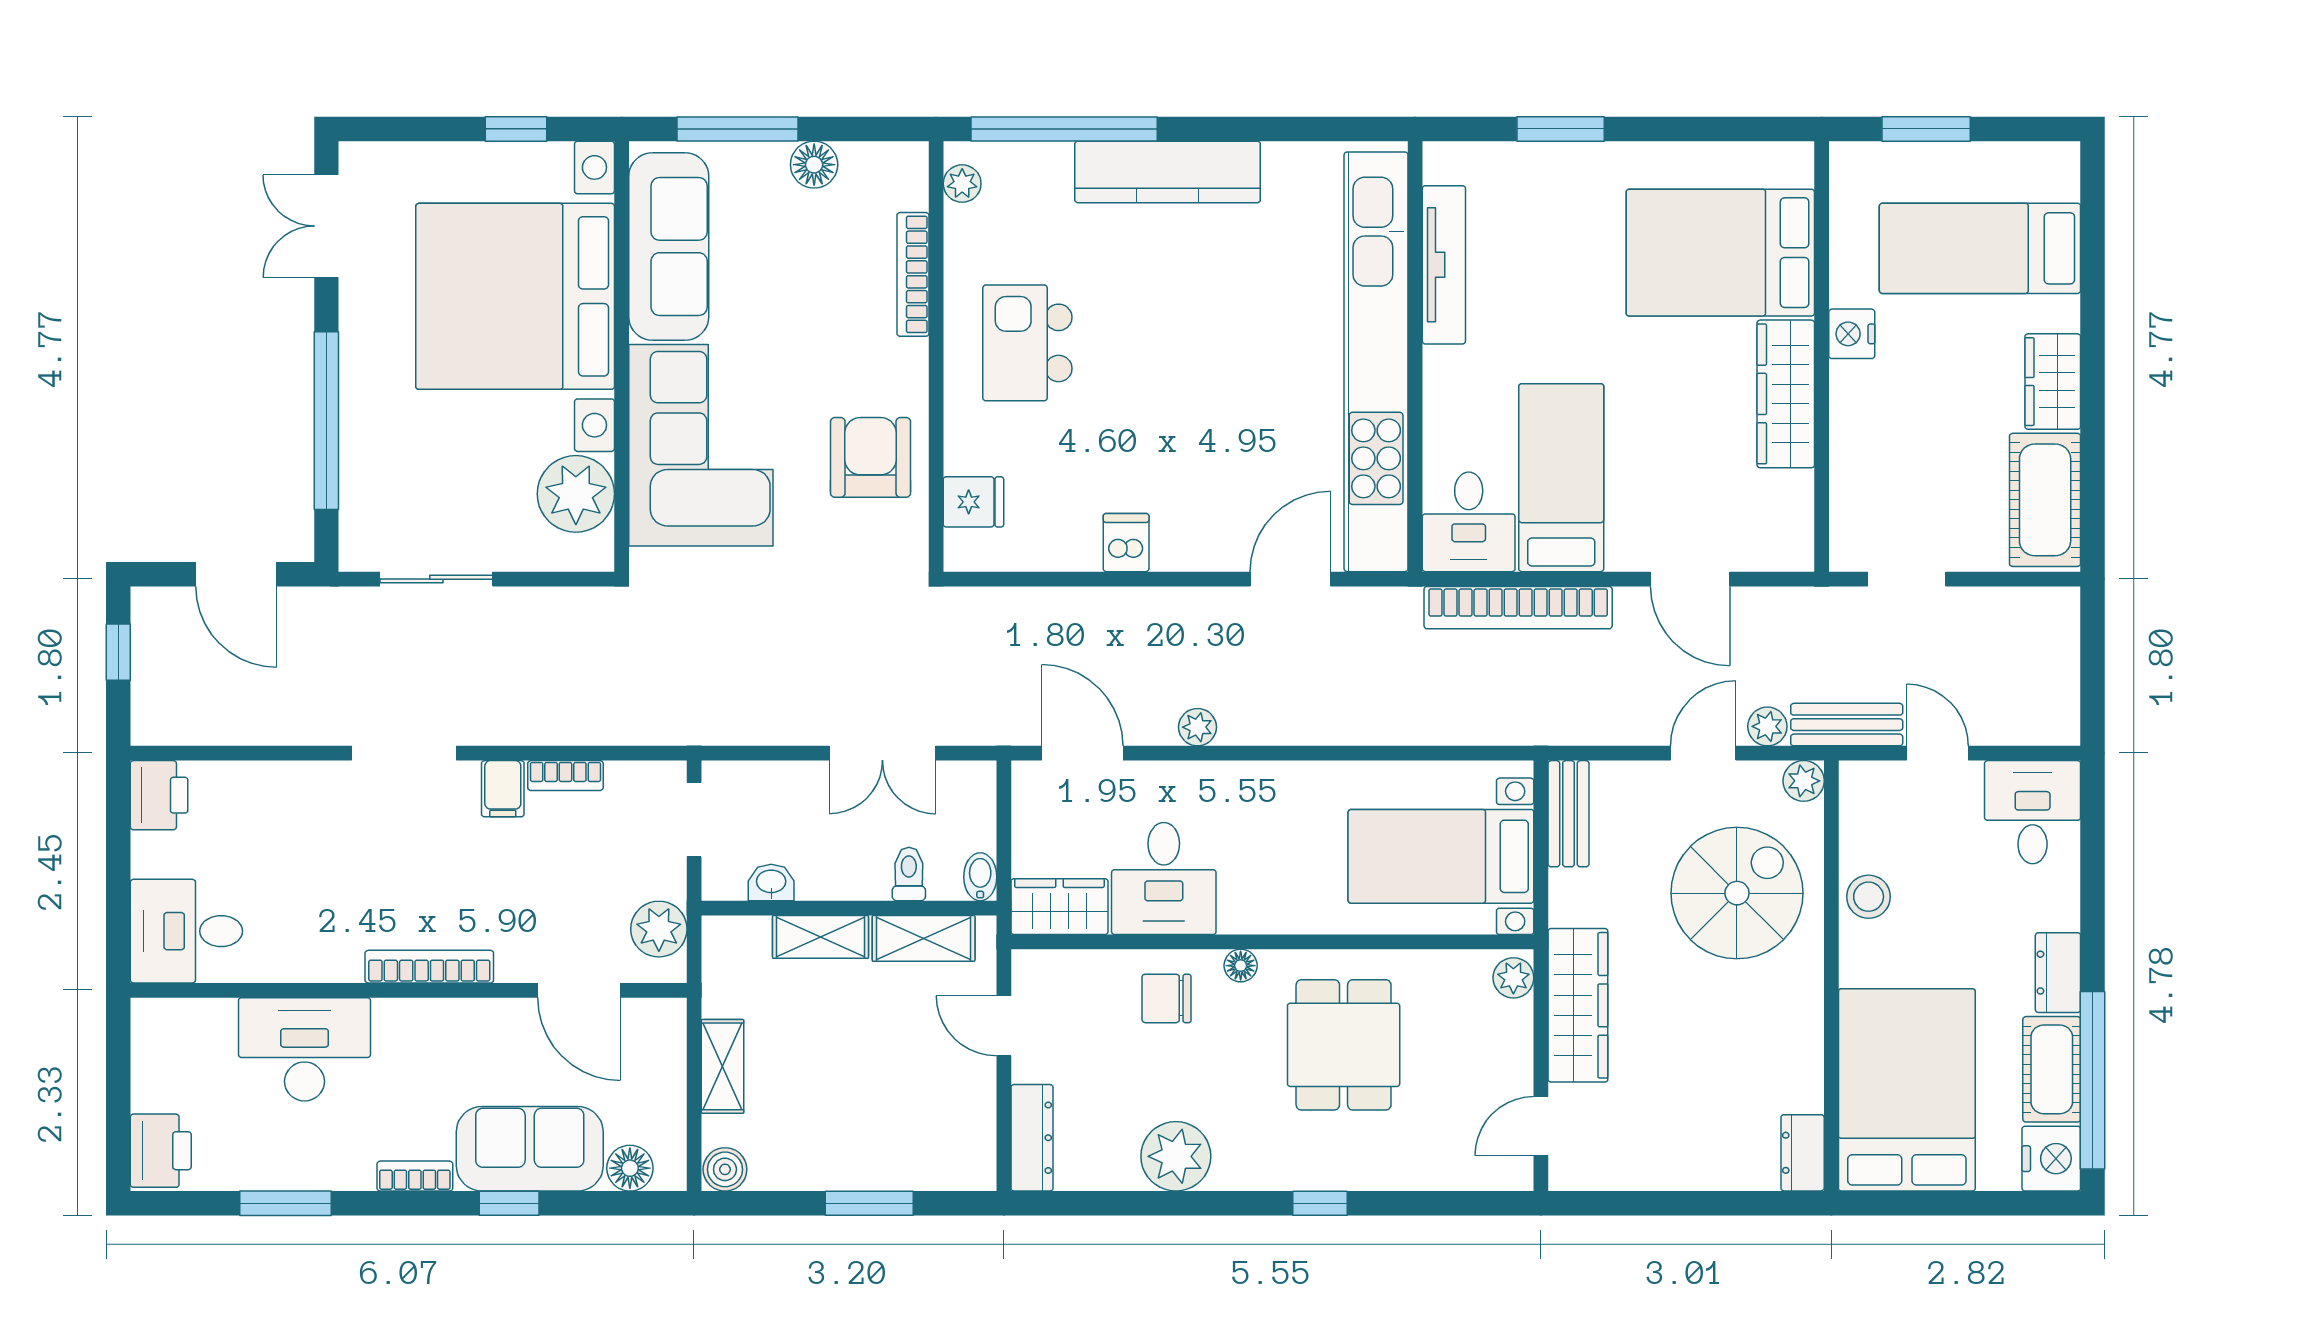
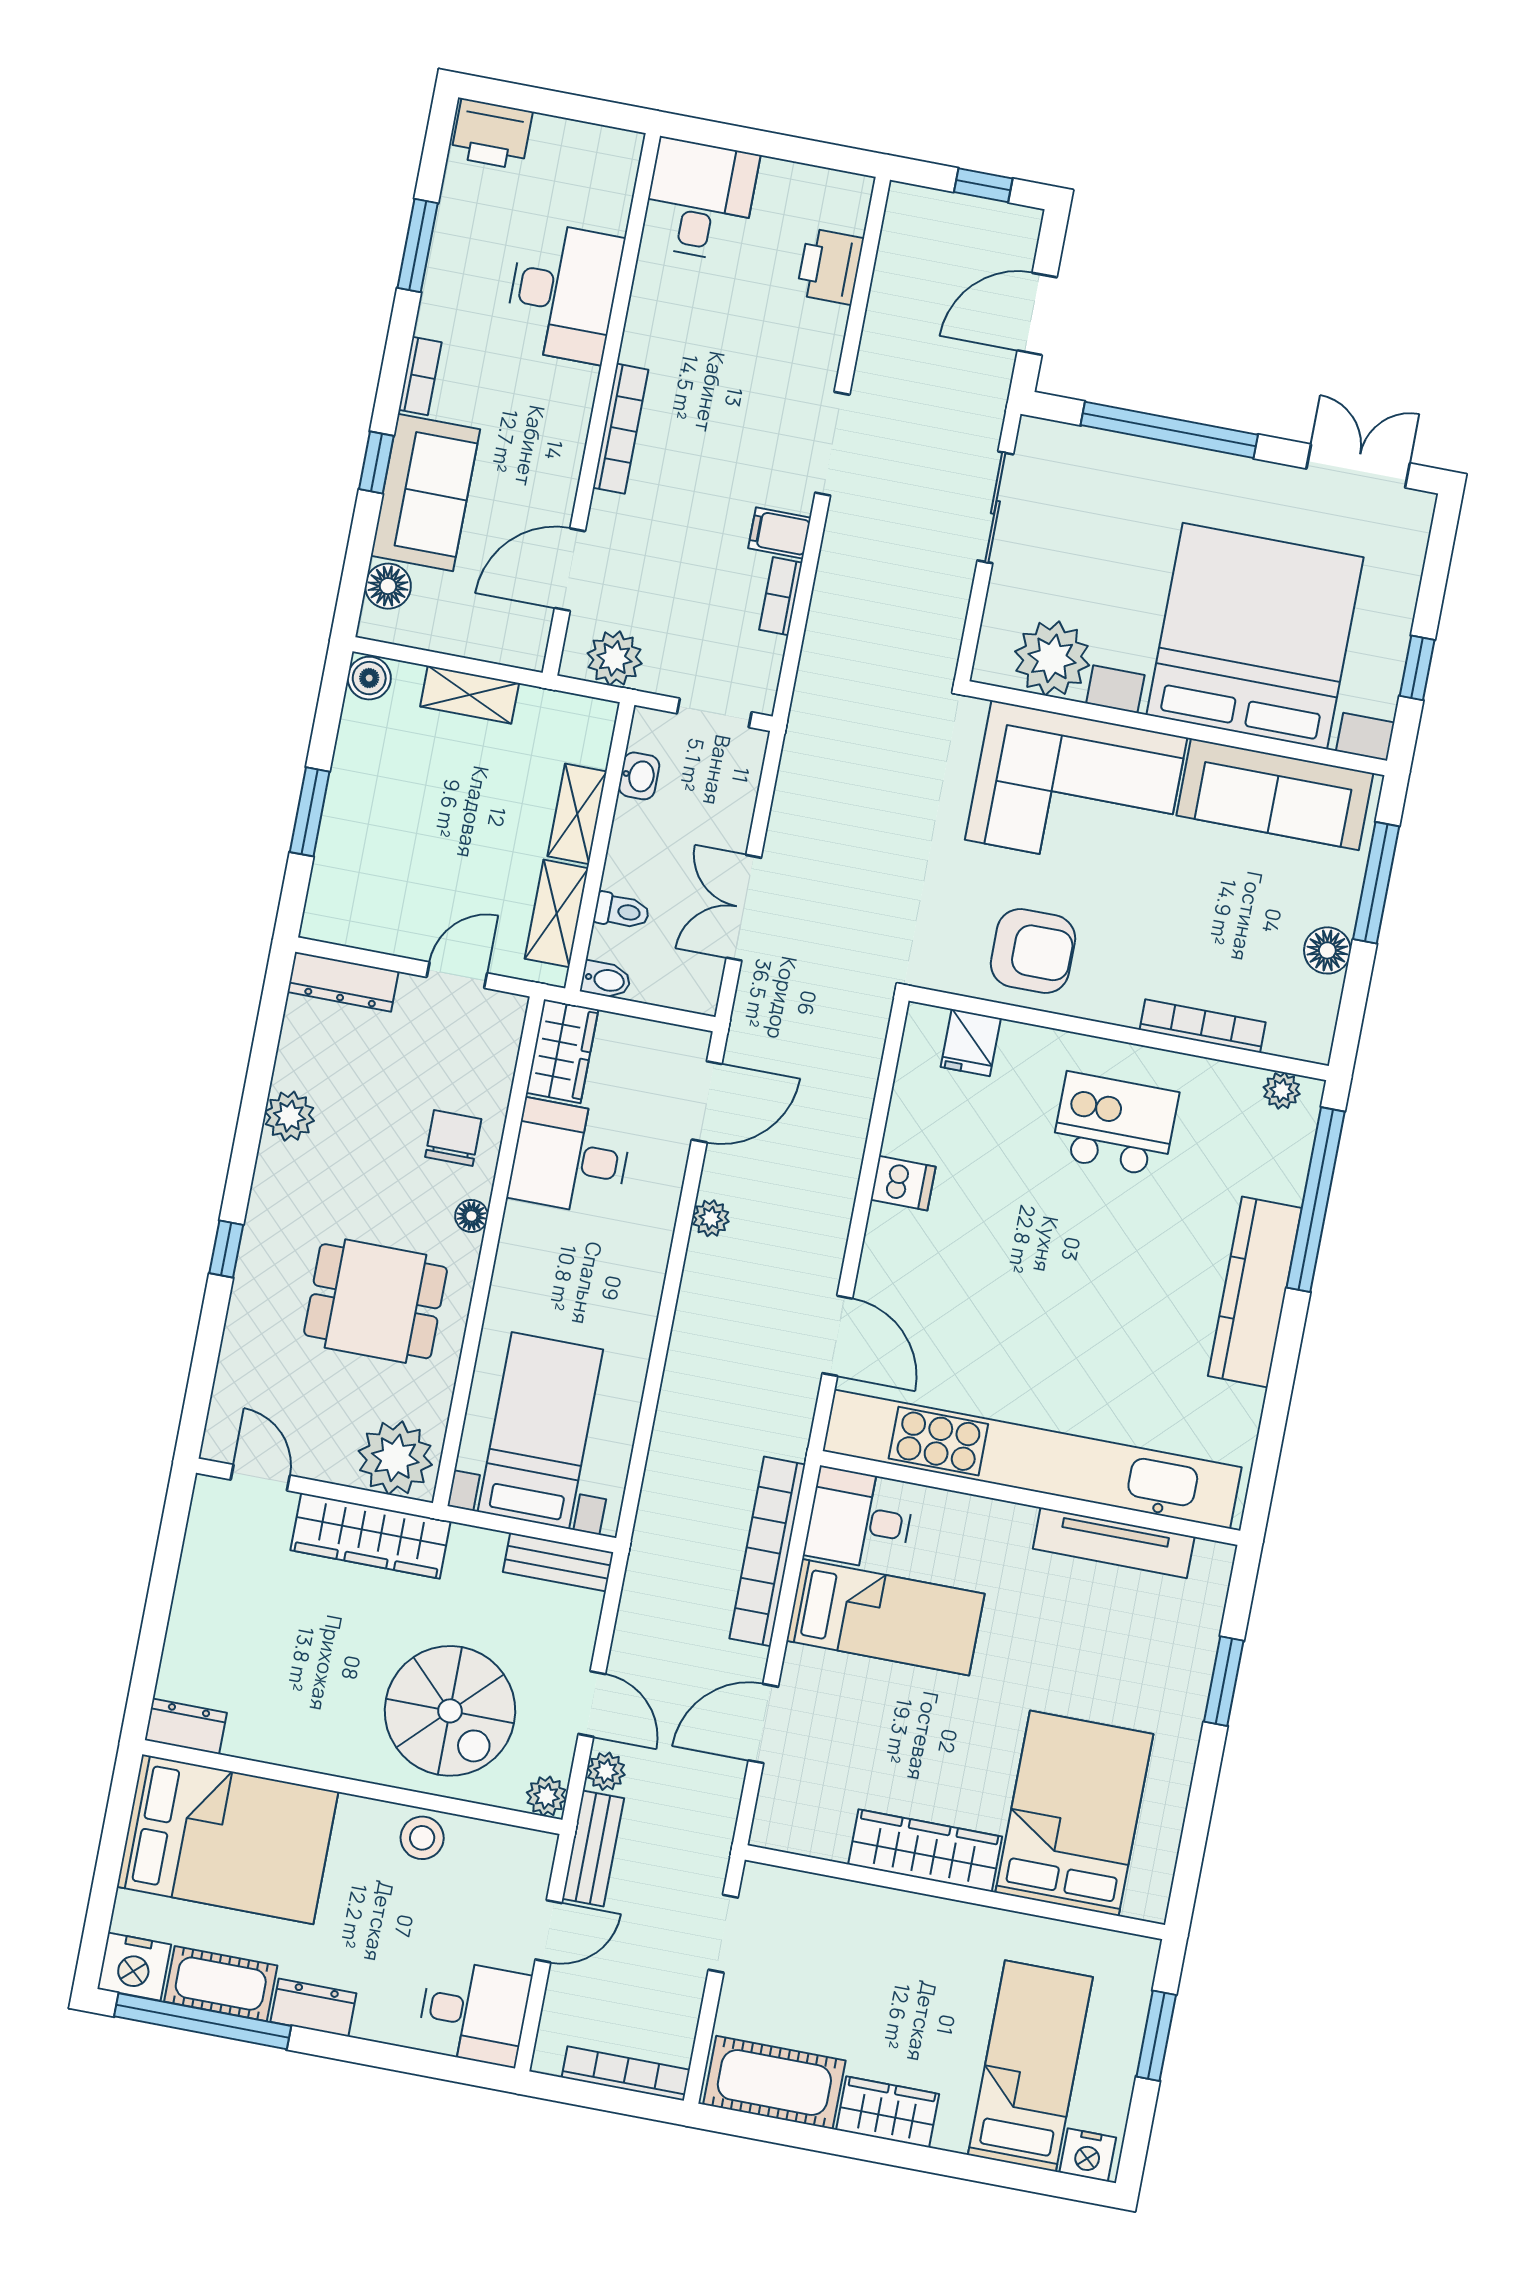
nightstand: (1852, 334) -> (1088, 2155), moved, turned 180
bookcase: (2064, 649) -> (626, 2074), added
printer: (159, 795) -> (830, 266), moved, turned 90
plant: (1513, 978) -> (395, 1458), width x1.88, depth x1.88
plant: (1176, 1156) -> (289, 1116), width x0.73, depth x0.73

